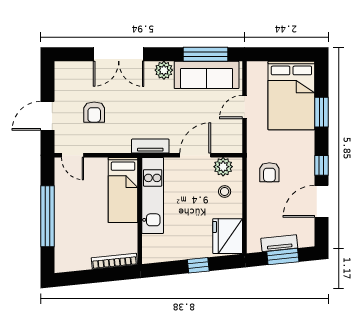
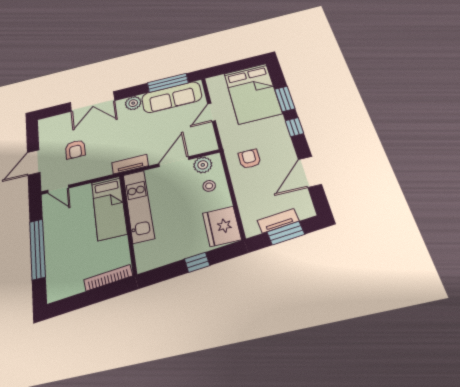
window: (321, 165) -> (294, 127), moved
armchair: (269, 172) -> (249, 159), turned 180

